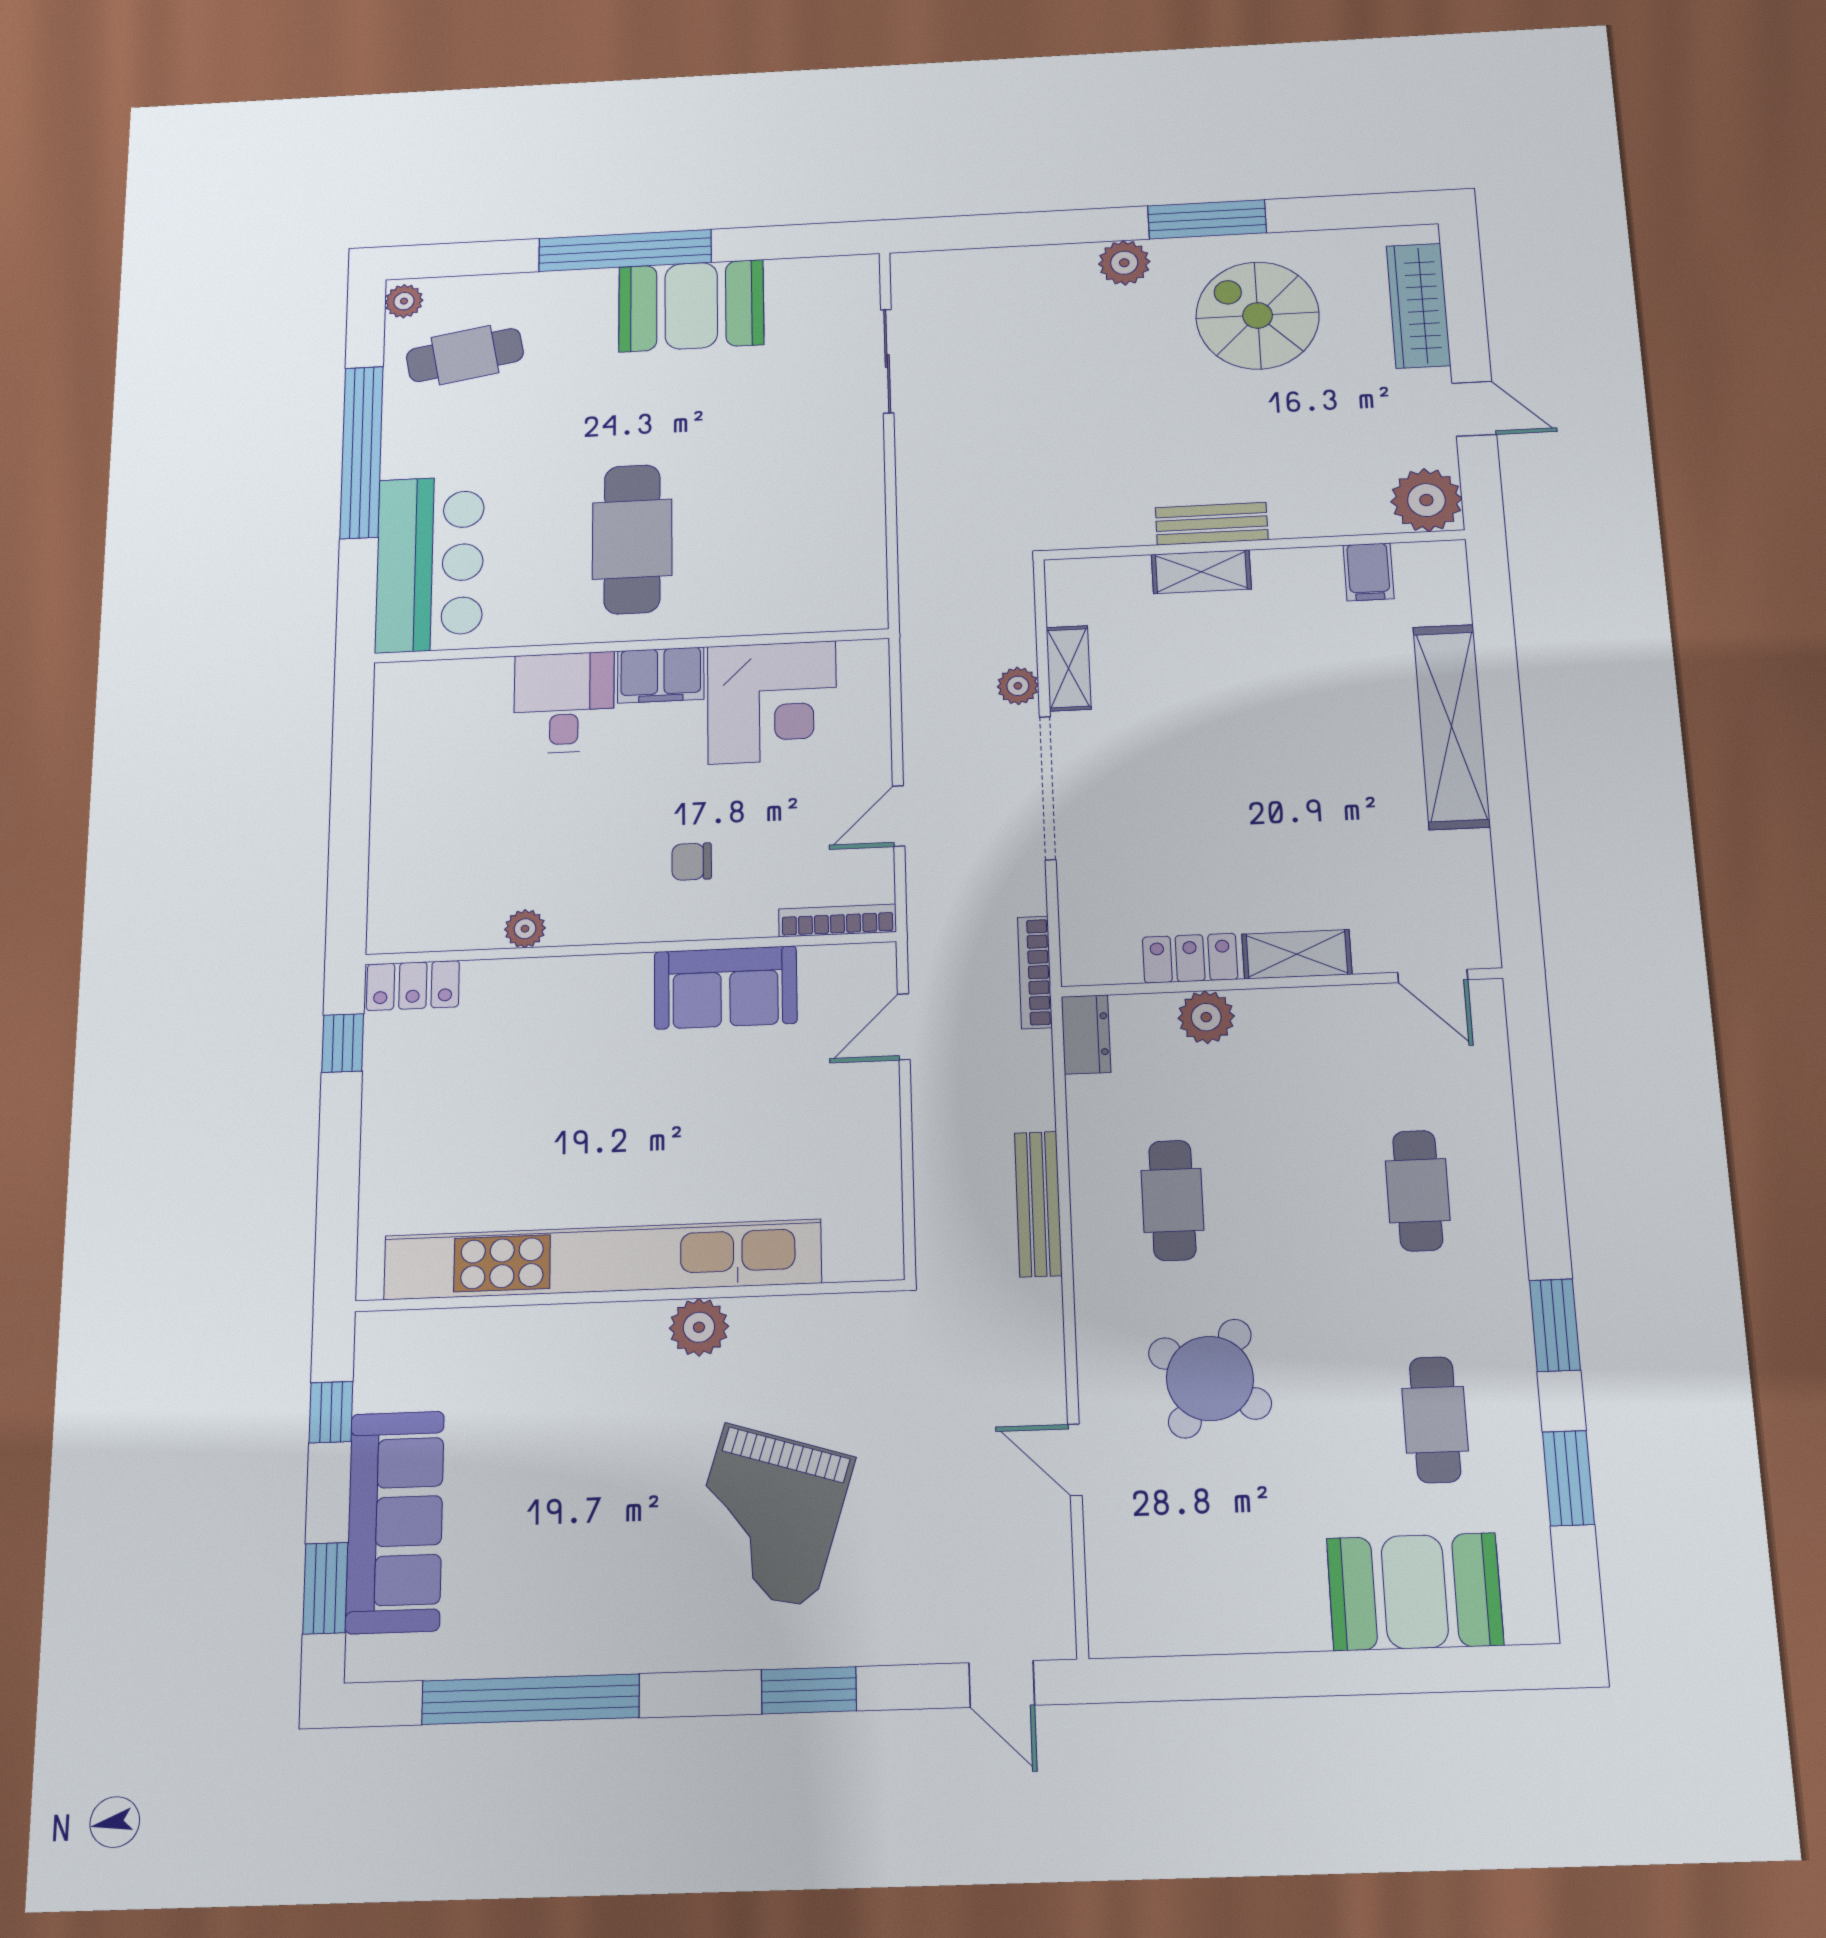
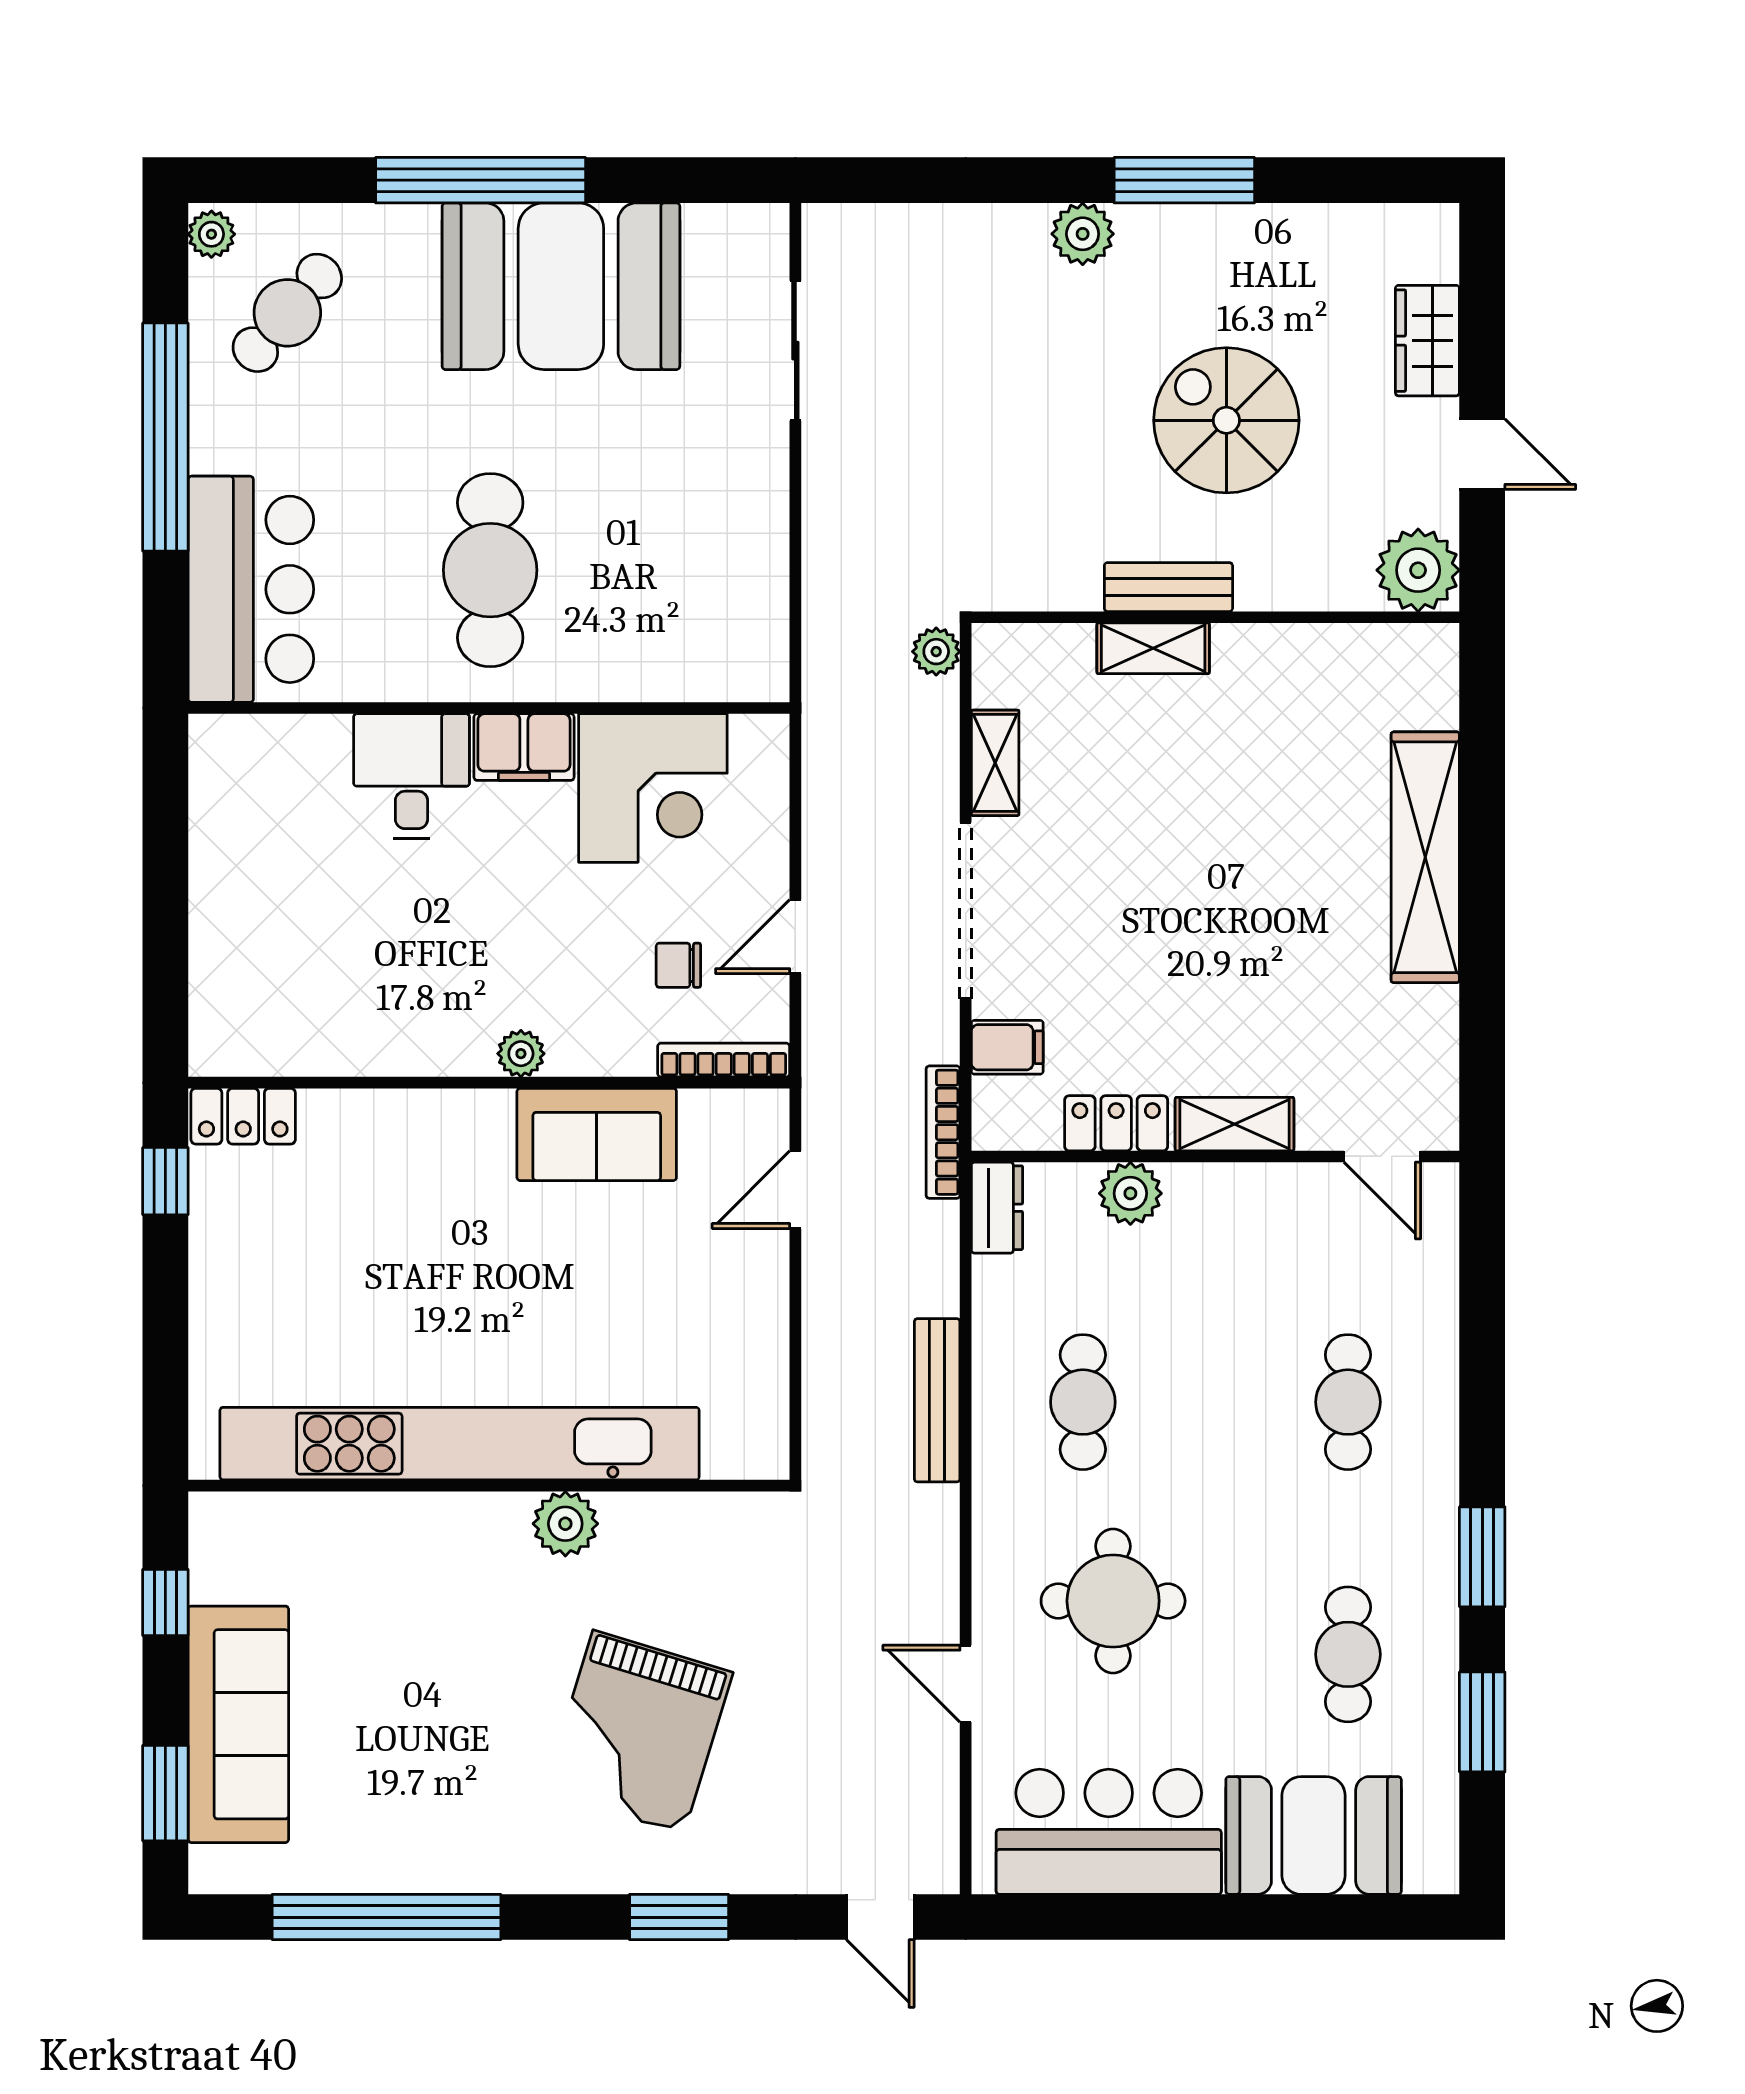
booth: (691, 306) -> (561, 286), width x1.36, depth x1.42
wardrobe: (1418, 306) -> (1427, 341), width x0.67
spiral stairs: (1258, 315) -> (1226, 420), moved
cafe table: (465, 355) -> (287, 313), turned -39
filing cabinet: (1368, 572) -> (1007, 1047), moved, turned -90
plant: (1018, 686) -> (936, 652), moved
chair: (692, 862) -> (678, 965), moved
plant: (525, 929) -> (521, 1054), moved
round table: (1210, 1378) -> (1113, 1601), turned -32
bar counter: (1217, 1595) -> (1109, 1832), added

